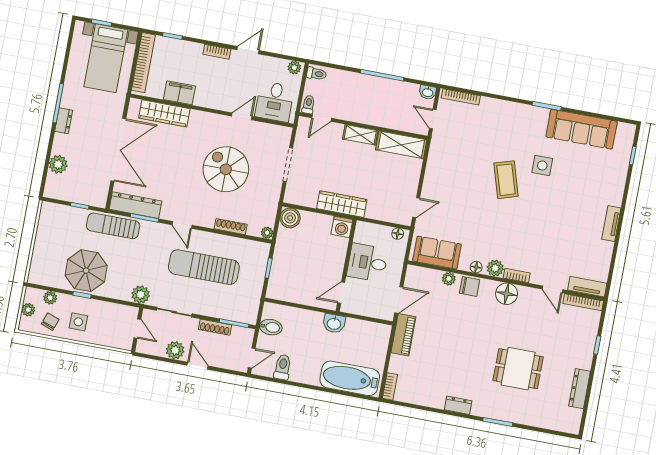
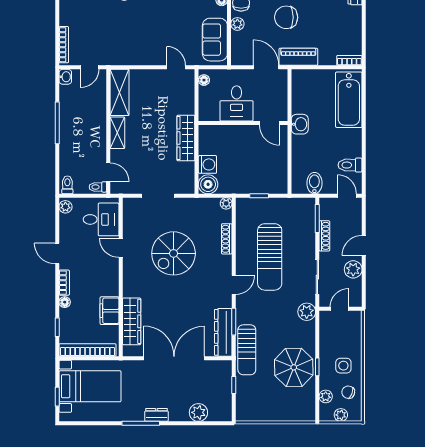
floor lamp: (197, 48) -> (65, 302), added
washing machine: (342, 227) -> (207, 164), moved
chair: (446, 330) -> (286, 17), added

